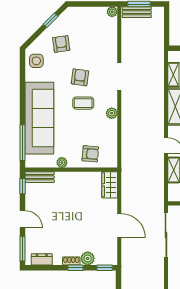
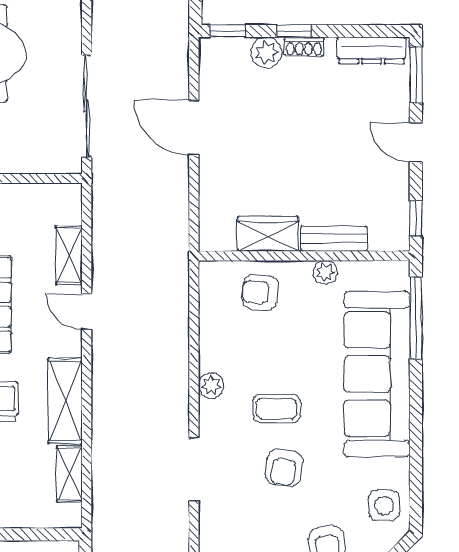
bench: (40, 177) -> (334, 239), moved
wardrobe: (110, 185) -> (268, 234), moved, turned -90
dresser: (42, 259) -> (372, 50), width x1.44

